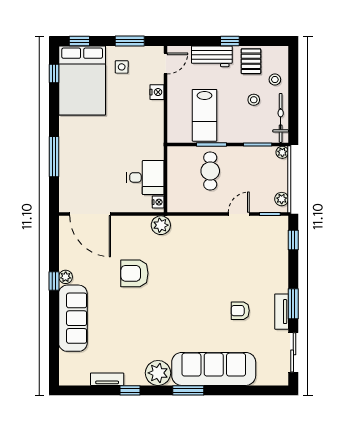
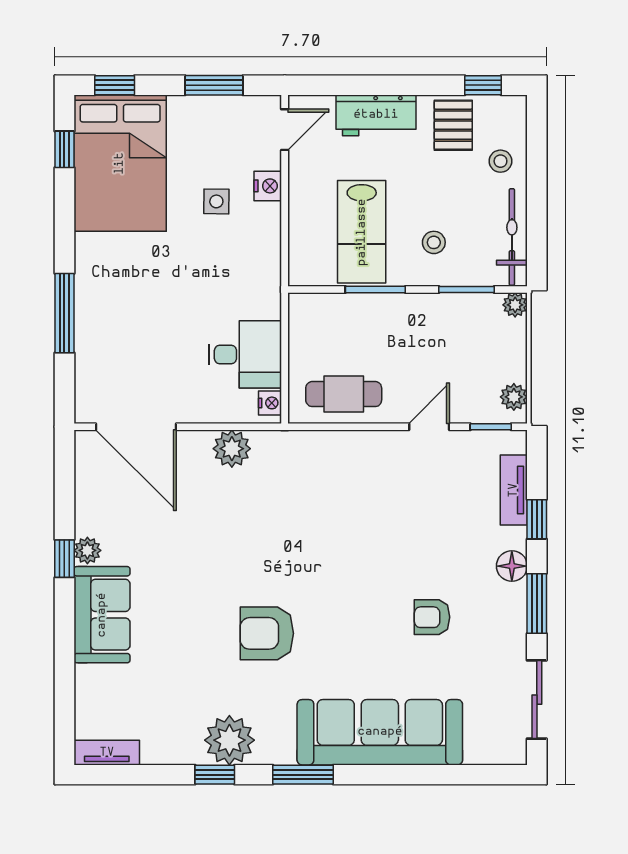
window: (230, 41) -> (483, 85), moved
side table: (122, 67) -> (216, 201), moved
stool: (254, 100) -> (434, 242), moved
cafe table: (210, 171) -> (344, 394), moved, turned 90
plant: (161, 225) -> (232, 449), moved
window: (293, 240) -> (537, 519), moved
armchair: (134, 273) -> (267, 633), moved
floor lamp: (281, 285) -> (512, 566), added
tv unit: (282, 312) -> (514, 490), moved
sofa: (73, 318) -> (102, 615), width x0.73
plant: (158, 373) -> (229, 740), moved
tv unit: (107, 379) -> (107, 753), moved
window: (188, 390) -> (303, 775), moved

